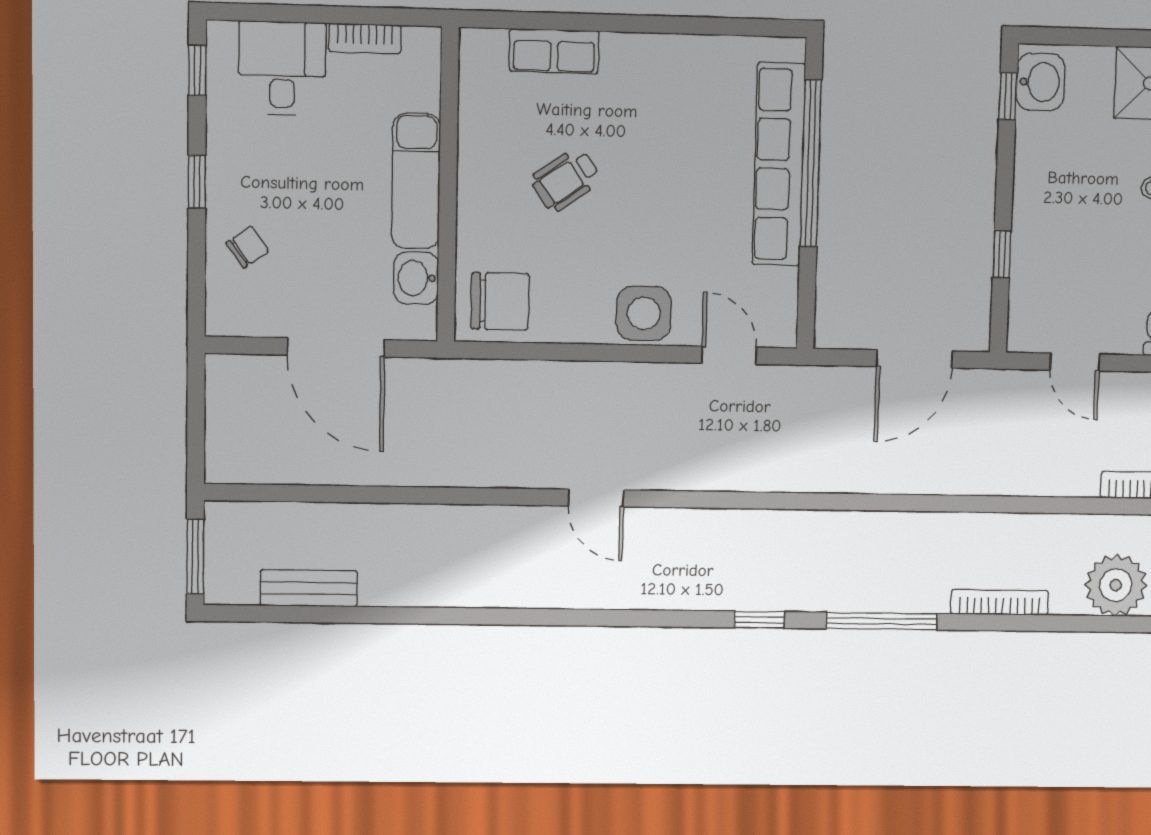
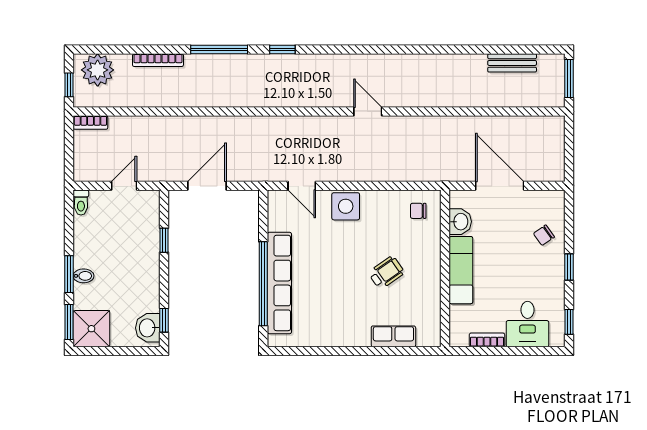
chair: (500, 301) -> (418, 211), width x0.54, depth x0.54
door: (1075, 362) -> (124, 186), hinge flipped

